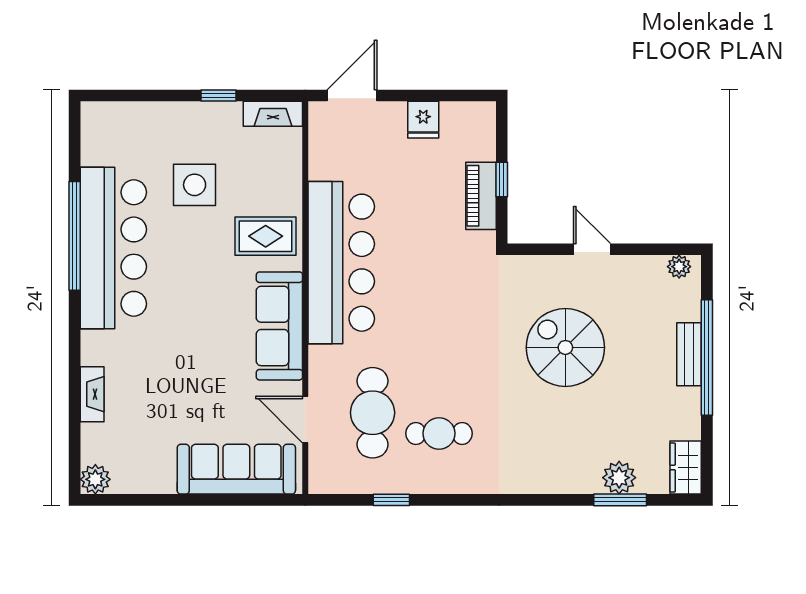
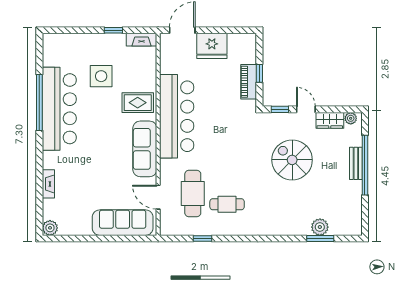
fridge: (423, 120) -> (212, 46), width x1.88, depth x1.34
window: (542, 249) -> (280, 109), added
wardrobe: (686, 467) -> (330, 120), moved, turned -90

